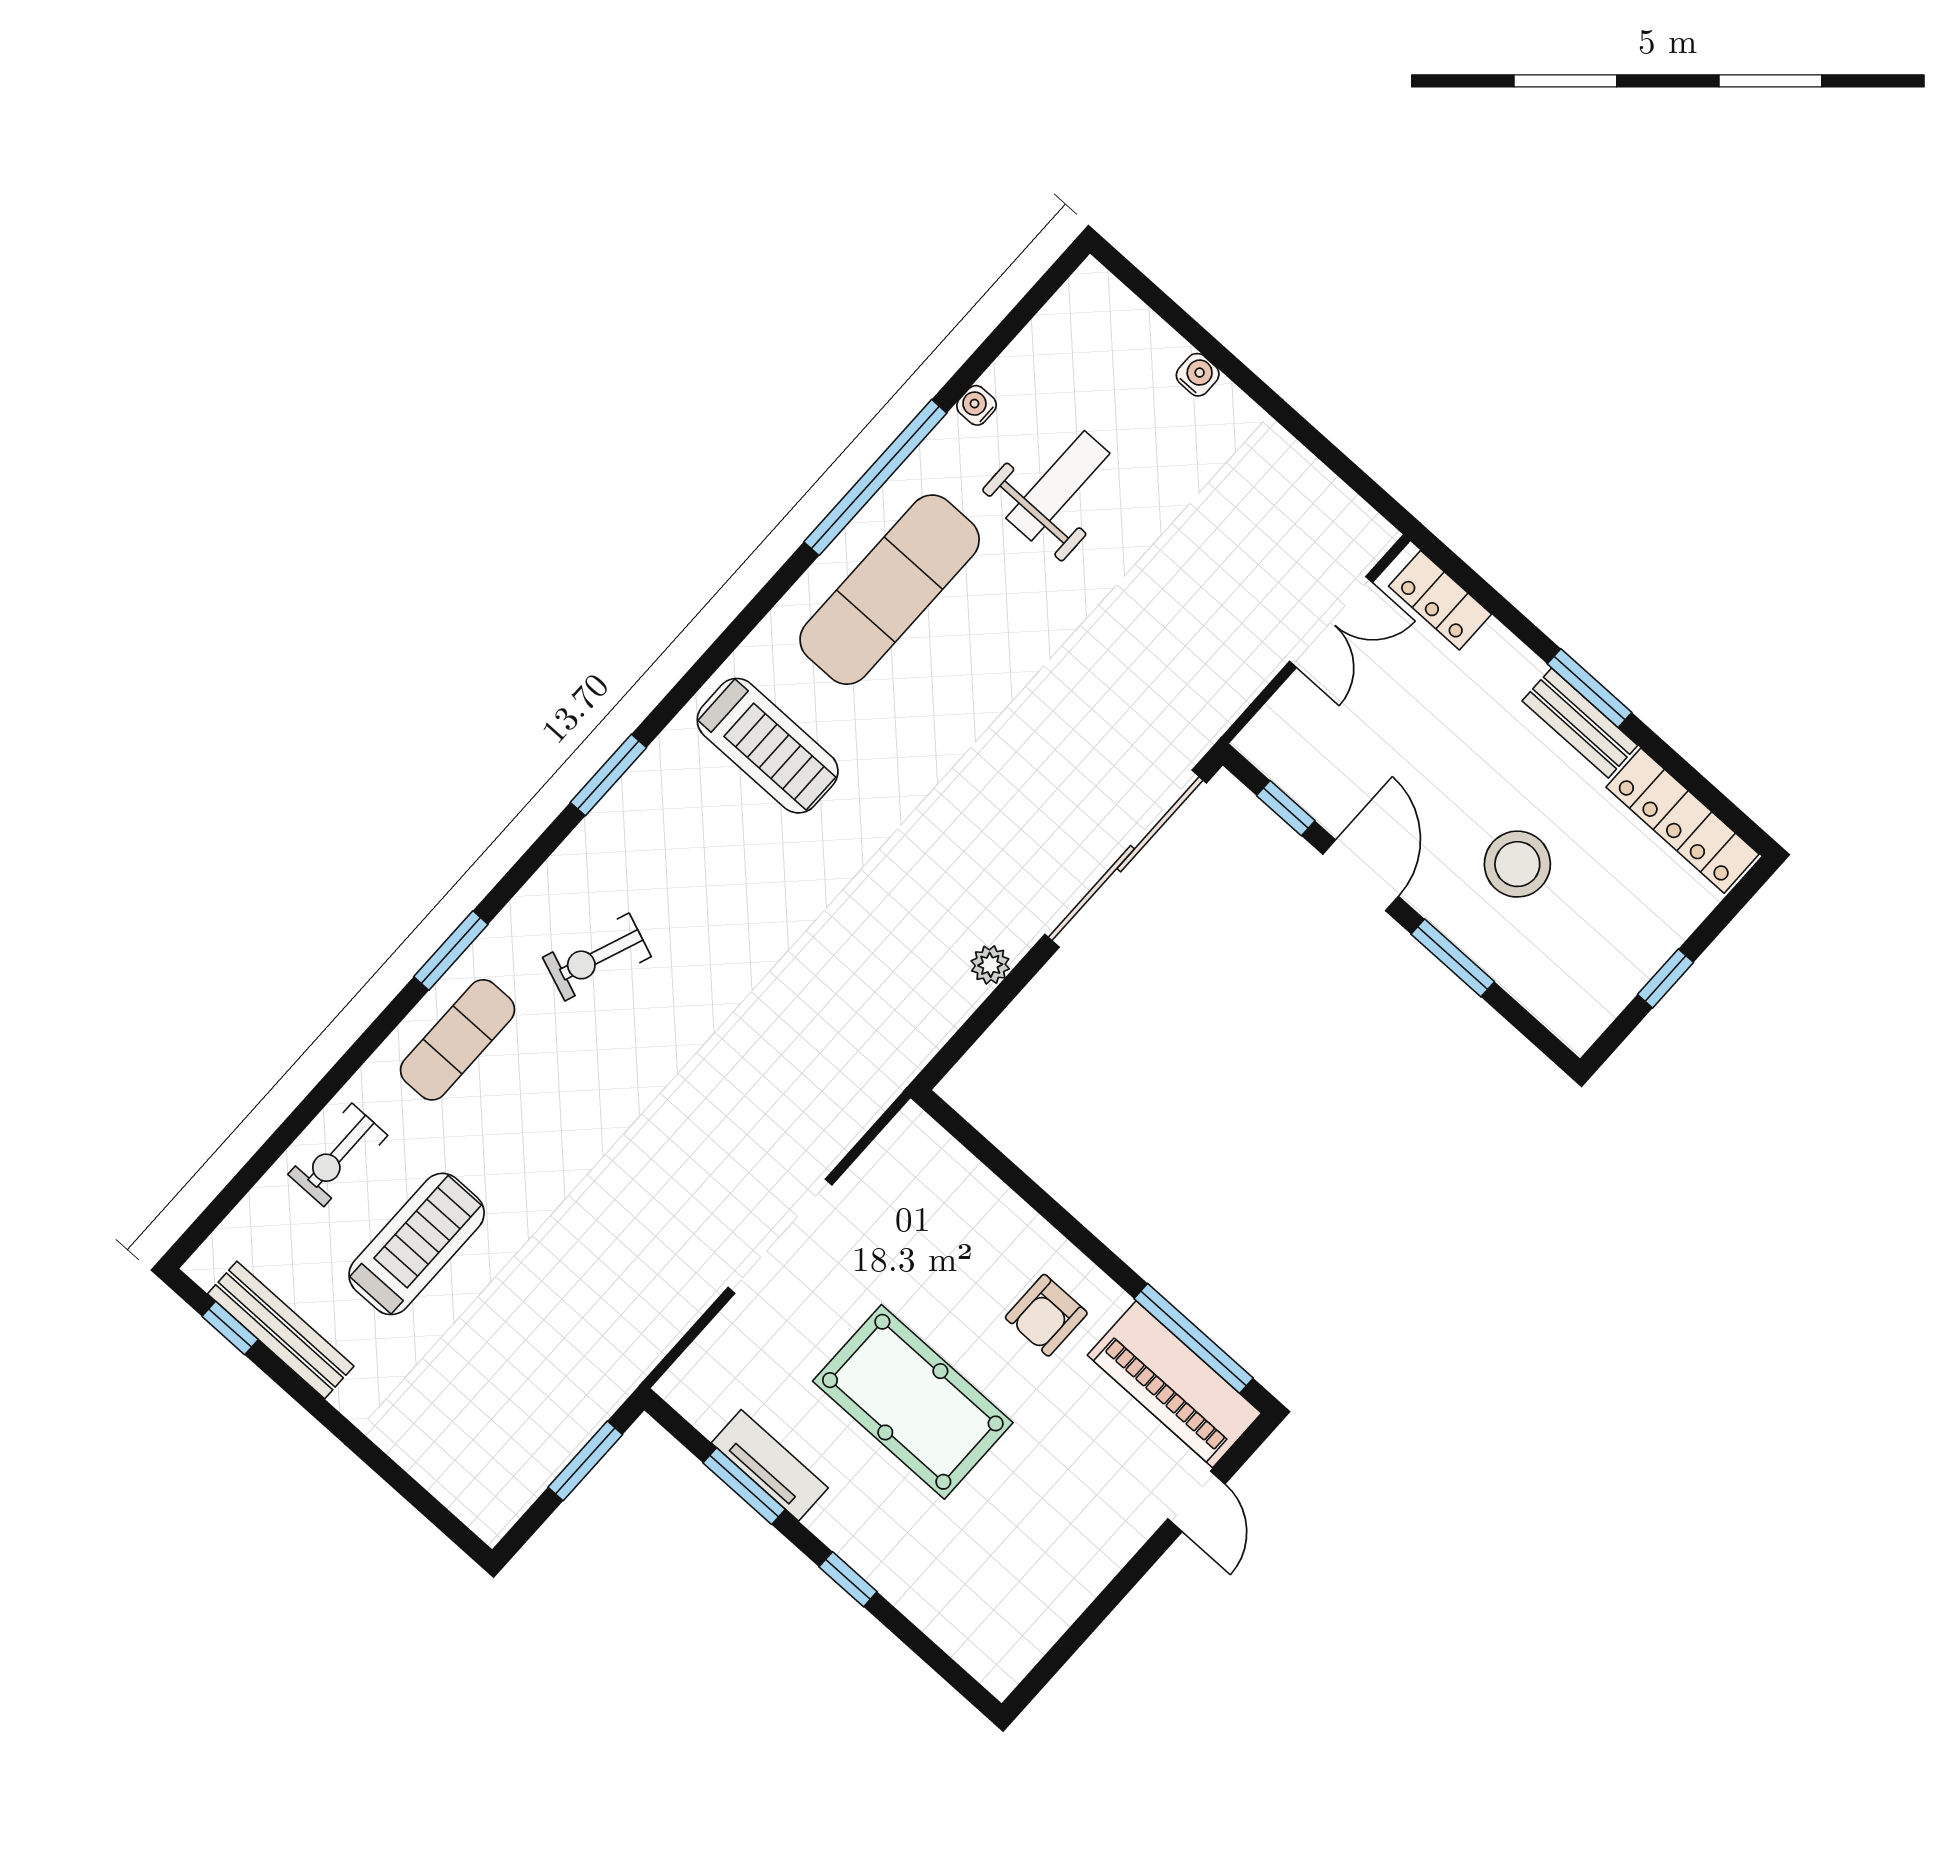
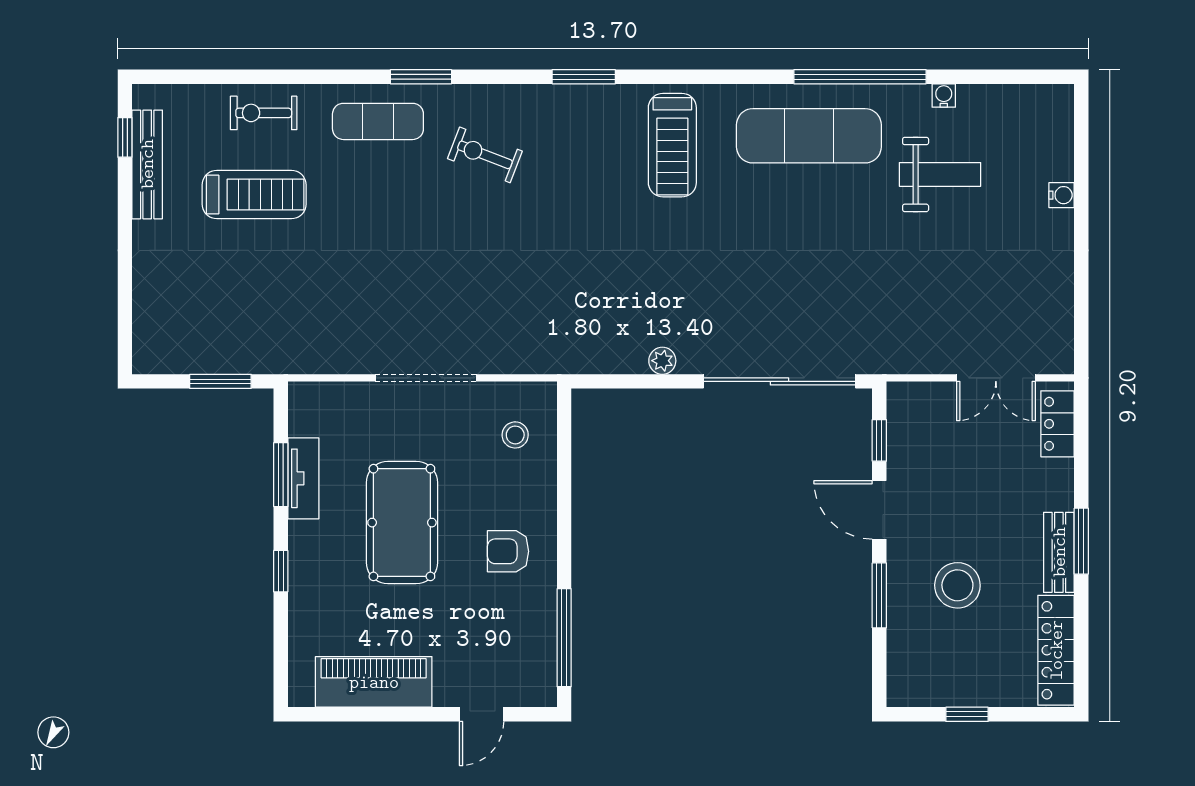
door: (1361, 875) -> (879, 510), swing flipped
stool: (928, 1195) -> (515, 435), added
piano: (1174, 1384) -> (374, 682), moved, turned 90

